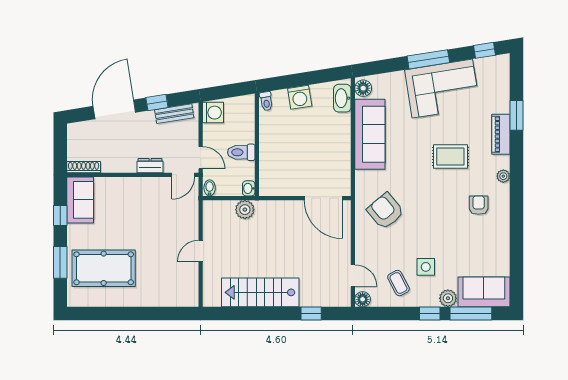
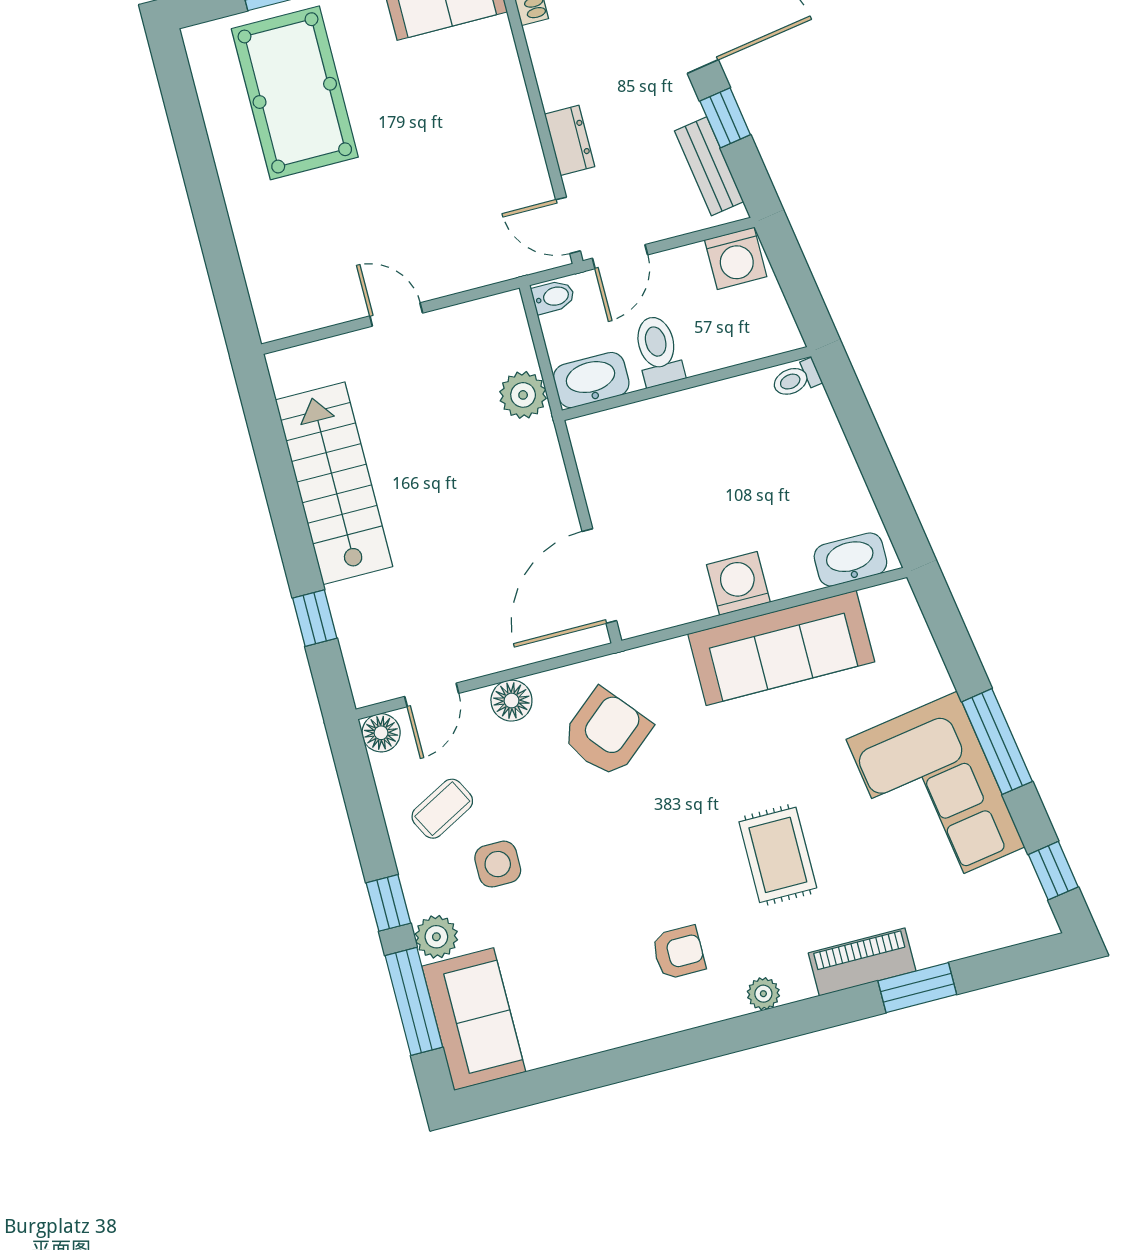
floor lamp: (363, 88) -> (511, 701), moved
washing machine: (300, 97) -> (738, 583), moved, turned 99
washbasin: (249, 188) -> (591, 380), width x1.91, depth x1.45

